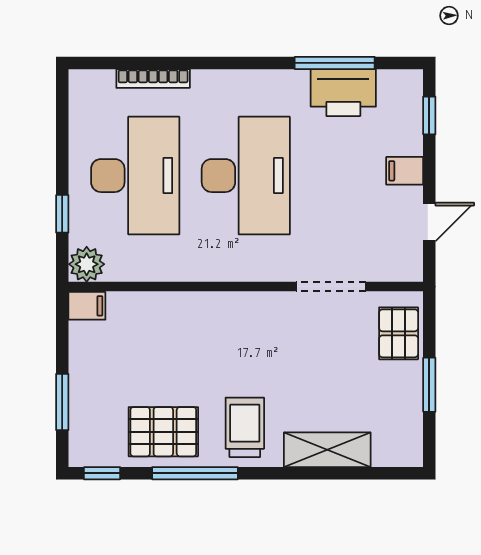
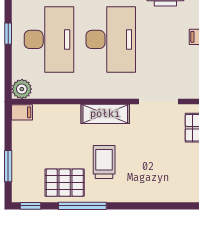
window: (62, 214) -> (8, 34), moved
trolley: (245, 427) -> (104, 162), moved
shelving: (327, 450) -> (105, 114), moved

